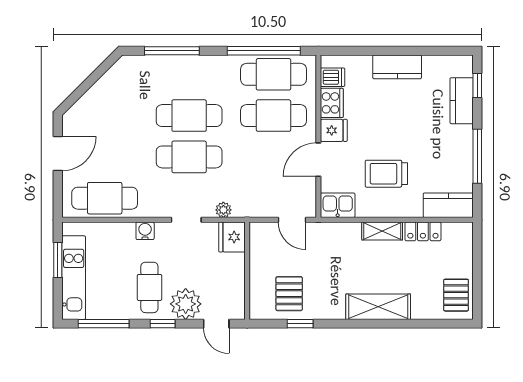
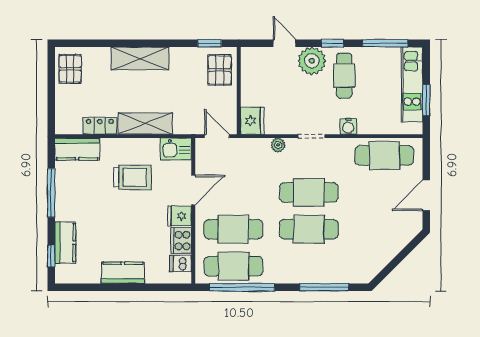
shelving: (382, 231) -> (145, 123), width x1.50, depth x1.33
fridge: (232, 237) -> (252, 121), moved
wall: (247, 271) -> (239, 91), moved

